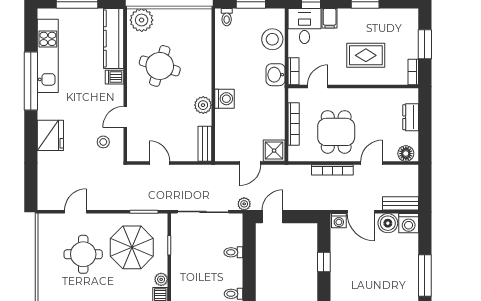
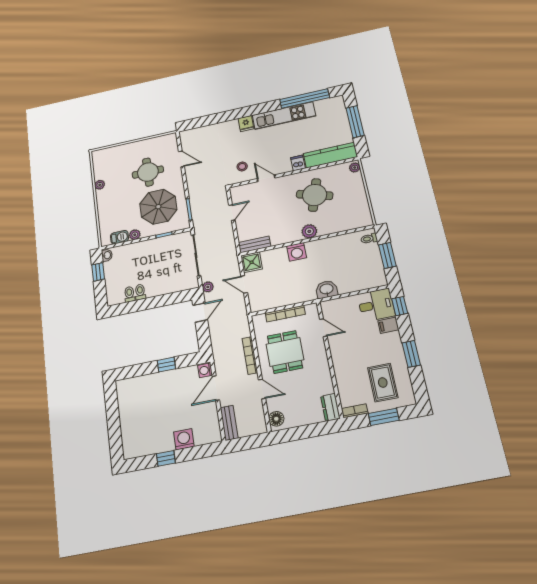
plant: (142, 20) -> (355, 167), width x0.53, depth x0.53
stool: (272, 39) -> (358, 280), removed
rug: (366, 55) -> (383, 383), moved
kitchen unit: (48, 56) -> (284, 116), moved
bookcase: (294, 71) -> (333, 304), removed
window: (31, 81) -> (305, 99), moved
plant: (203, 105) -> (309, 231), moved
dresser: (411, 117) -> (330, 407), moved, turned -90
dining table: (336, 132) -> (285, 352), turned 90
fridge: (50, 135) -> (246, 124), width x0.53, depth x0.75
shower: (274, 151) -> (252, 262), moved
door: (272, 217) -> (200, 313), hinge flipped
boiler: (388, 223) -> (209, 415), removed
washing machine: (409, 223) -> (184, 439), moved, turned 90
toilet: (233, 252) -> (140, 292), moved
window: (425, 275) -> (166, 458), width x0.46

